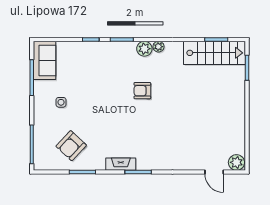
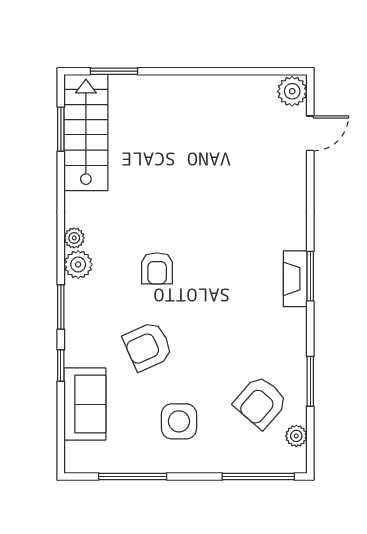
sofa: (44, 60) -> (85, 404), moved, turned 90
armchair: (101, 86) -> (148, 346), added
side table: (61, 102) -> (179, 421), width x1.87, depth x1.87
armchair: (71, 146) -> (261, 402), turned 88
fireplace: (121, 164) -> (295, 279), moved
plant: (53, 165) -> (296, 436), added

